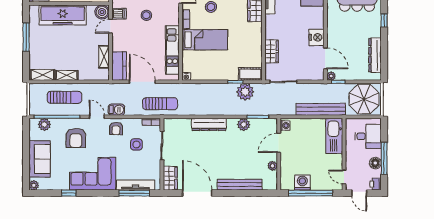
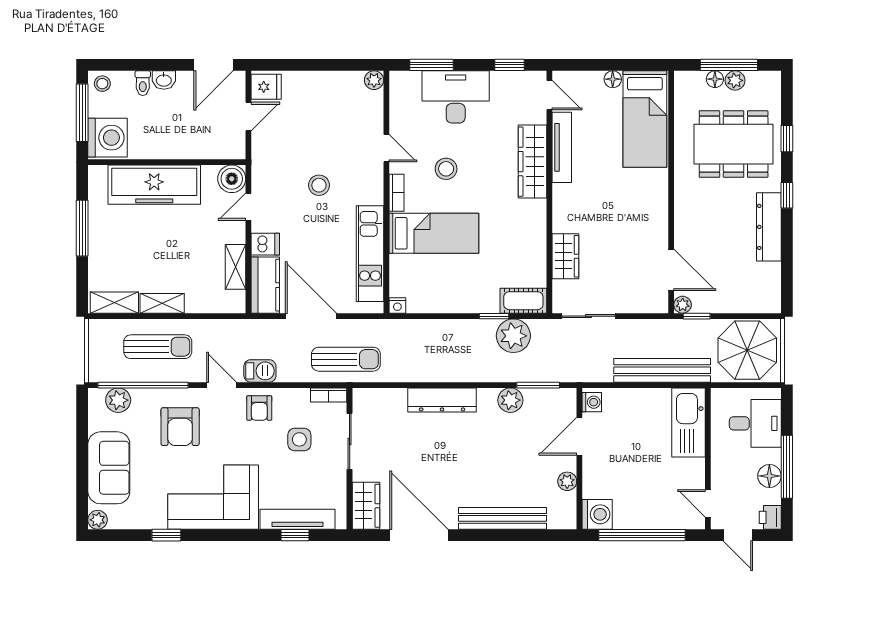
dishwasher: (119, 14) -> (265, 244), moved
nightstand: (317, 37) -> (654, 229), removed
dresser: (375, 55) -> (769, 227), moved
washing machine: (302, 183) -> (597, 514), moved, turned 90
window: (134, 193) -> (295, 535), width x0.46

